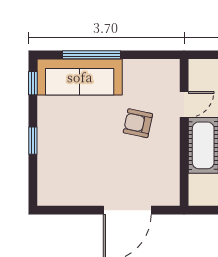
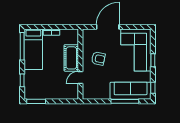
armchair: (138, 123) -> (98, 59), moved
corner sofa: (68, 162) -> (136, 50), added

